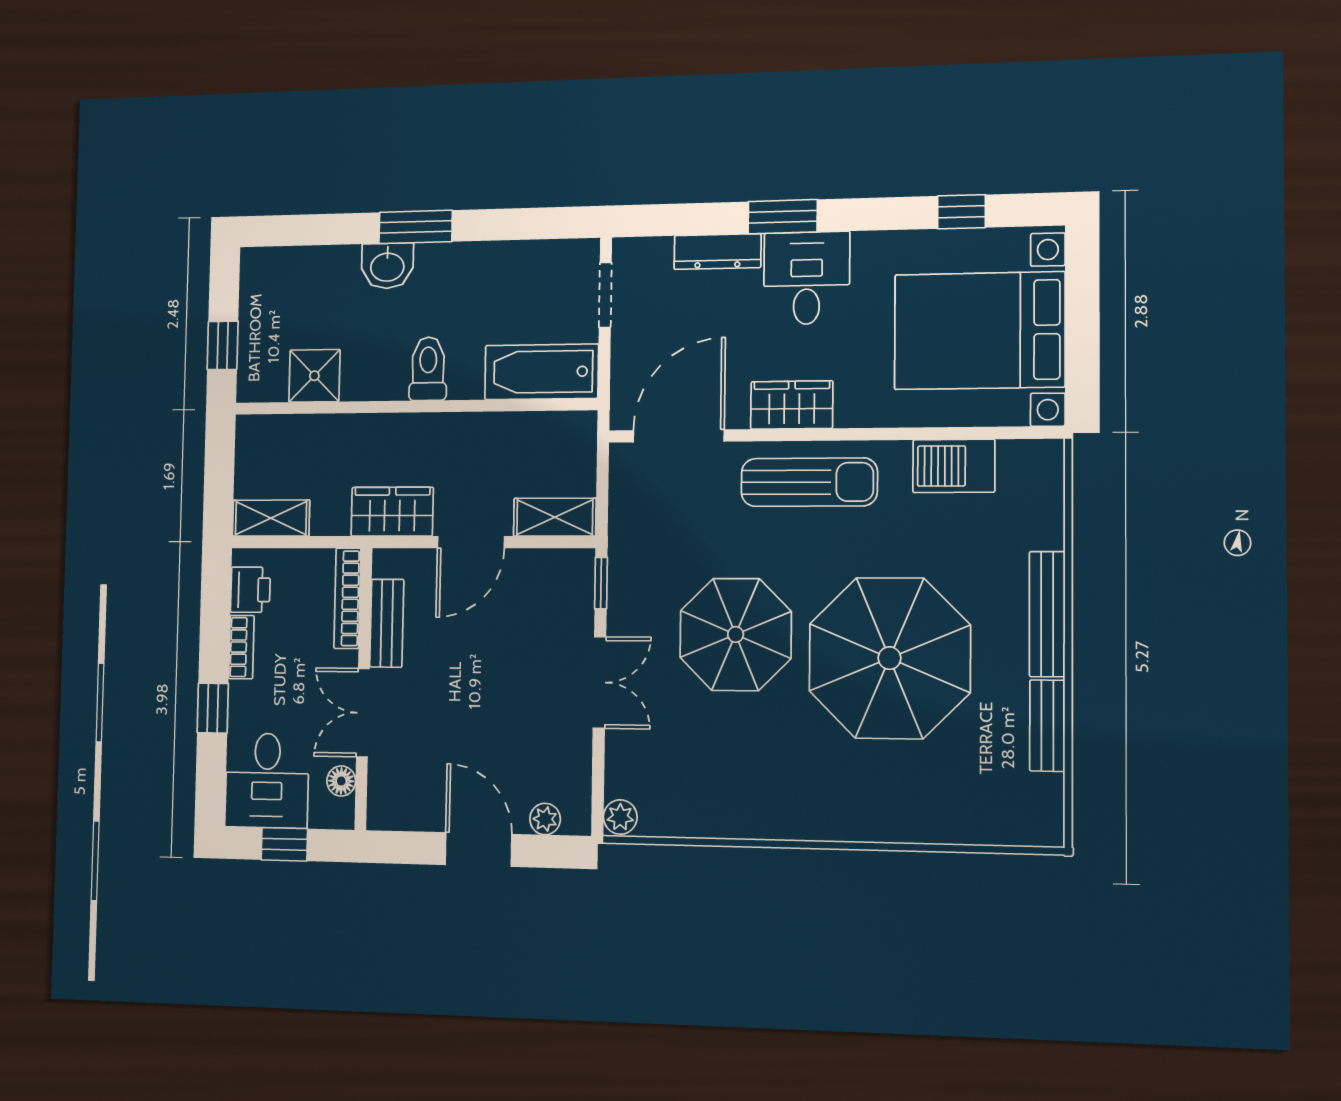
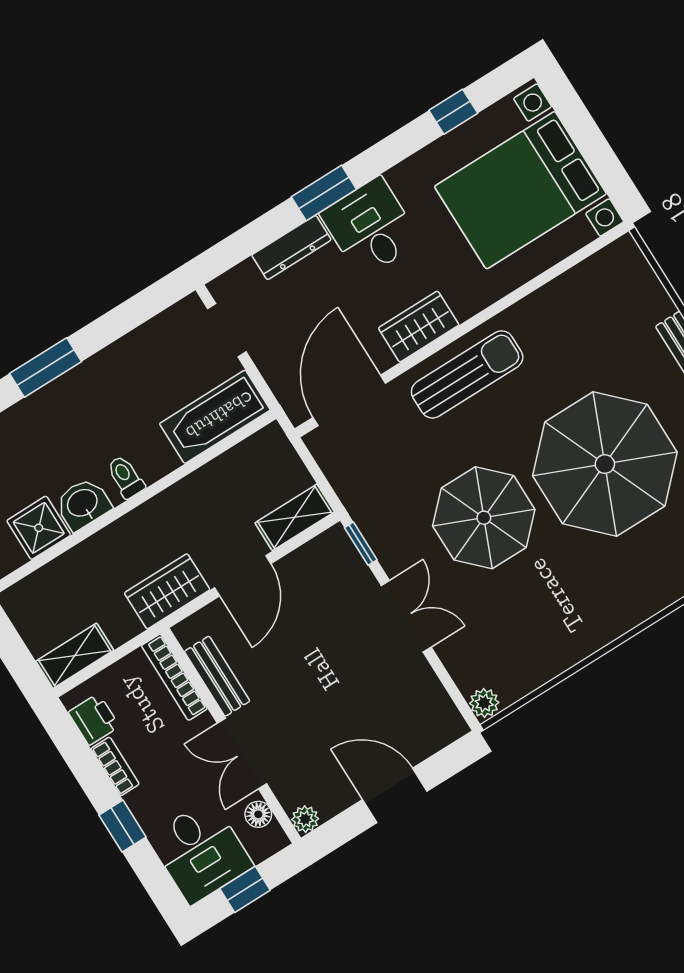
washbasin: (387, 266) -> (83, 504), moved, turned 180
toilet: (428, 369) -> (126, 477), width x0.73, depth x0.72
barbecue: (954, 466) -> (564, 298), removed
plant: (545, 819) -> (305, 819), moved

